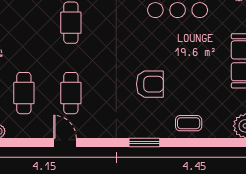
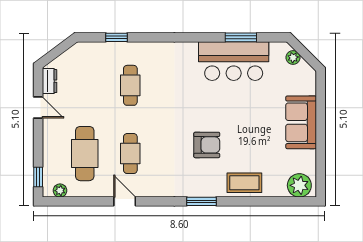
cafe table: (24, 93) -> (85, 154), width x1.37, depth x1.35
coffee table: (189, 123) -> (244, 183), width x1.36, depth x1.30

